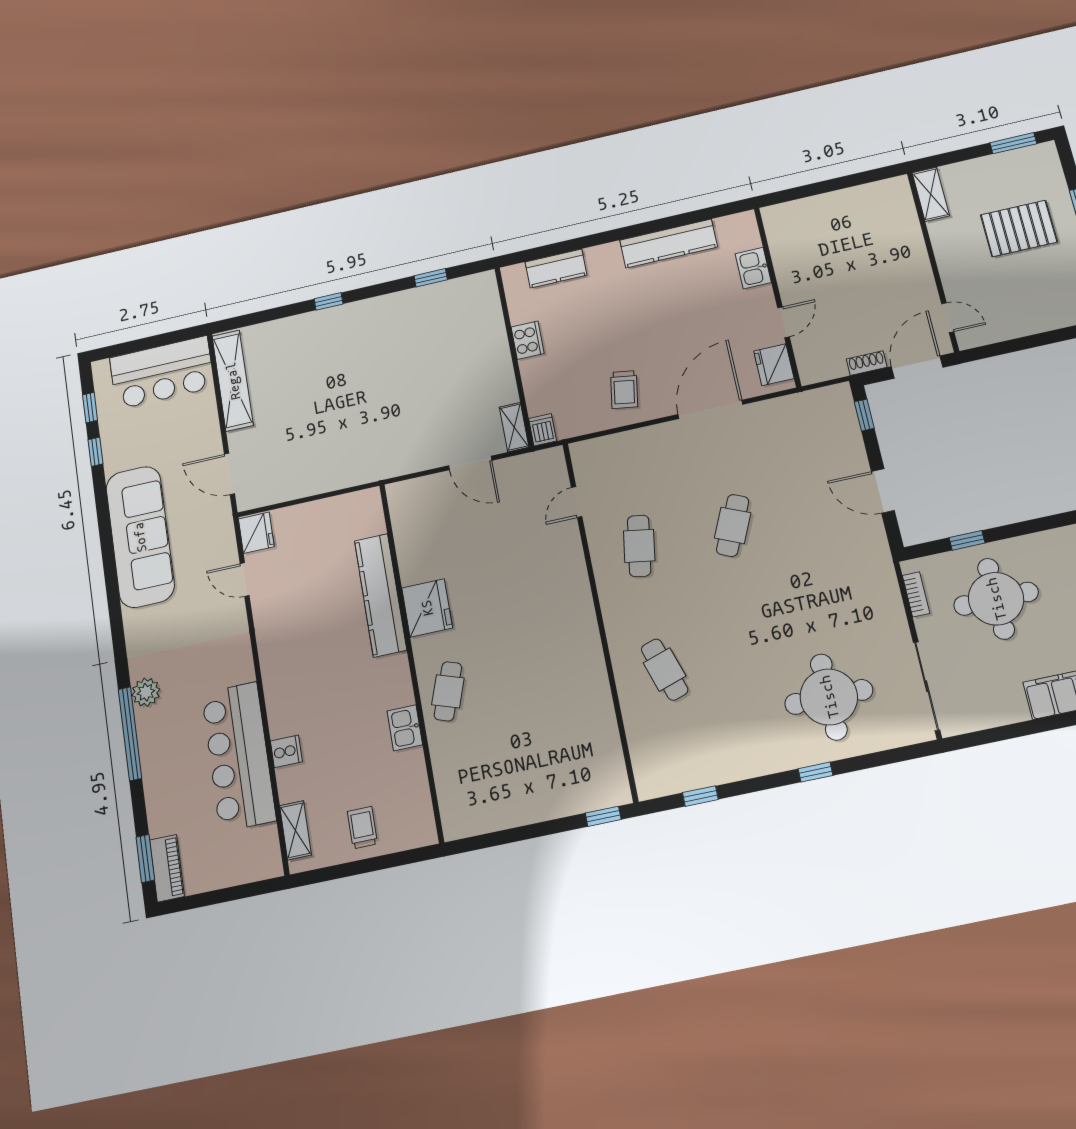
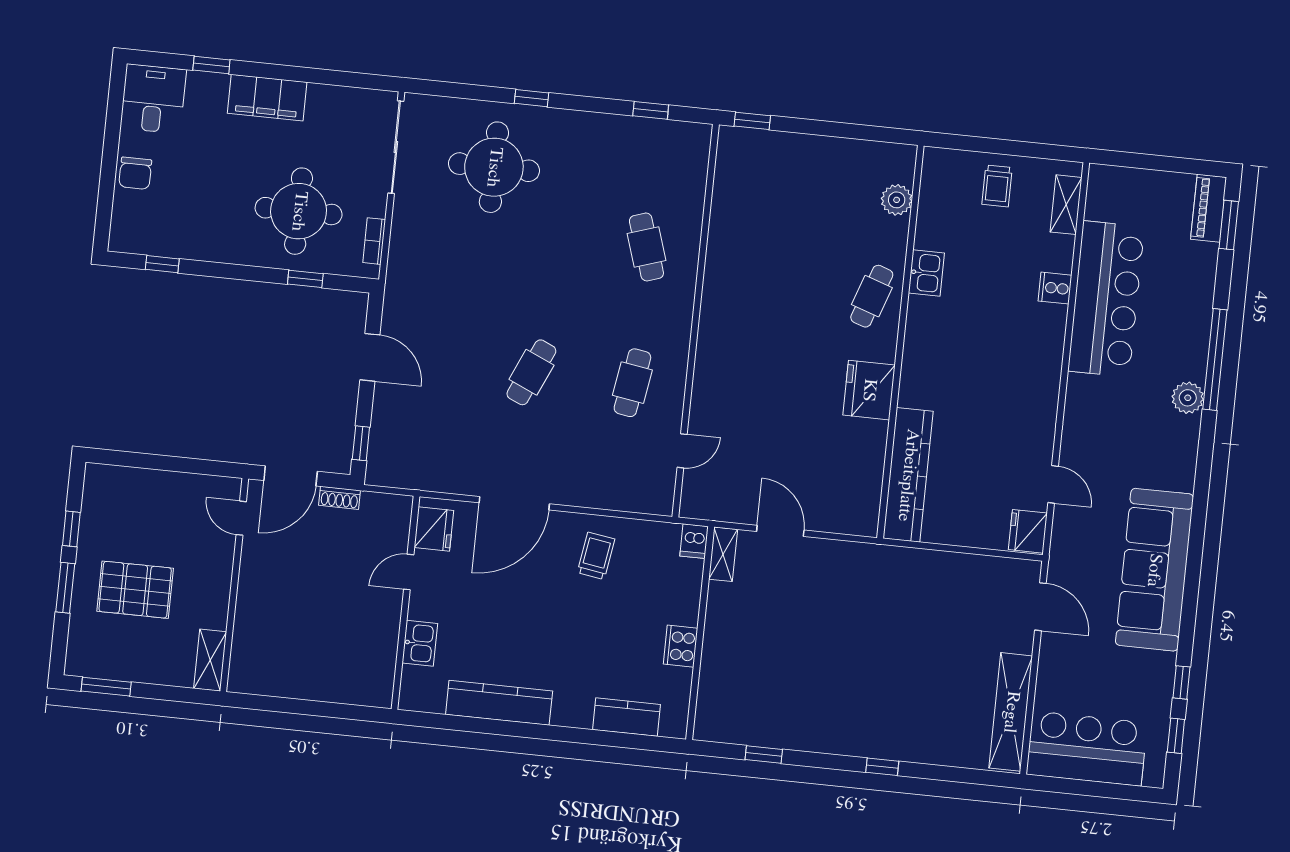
kitchen counter: (381, 595) -> (908, 475), moved
plant: (450, 786) -> (897, 200), added

